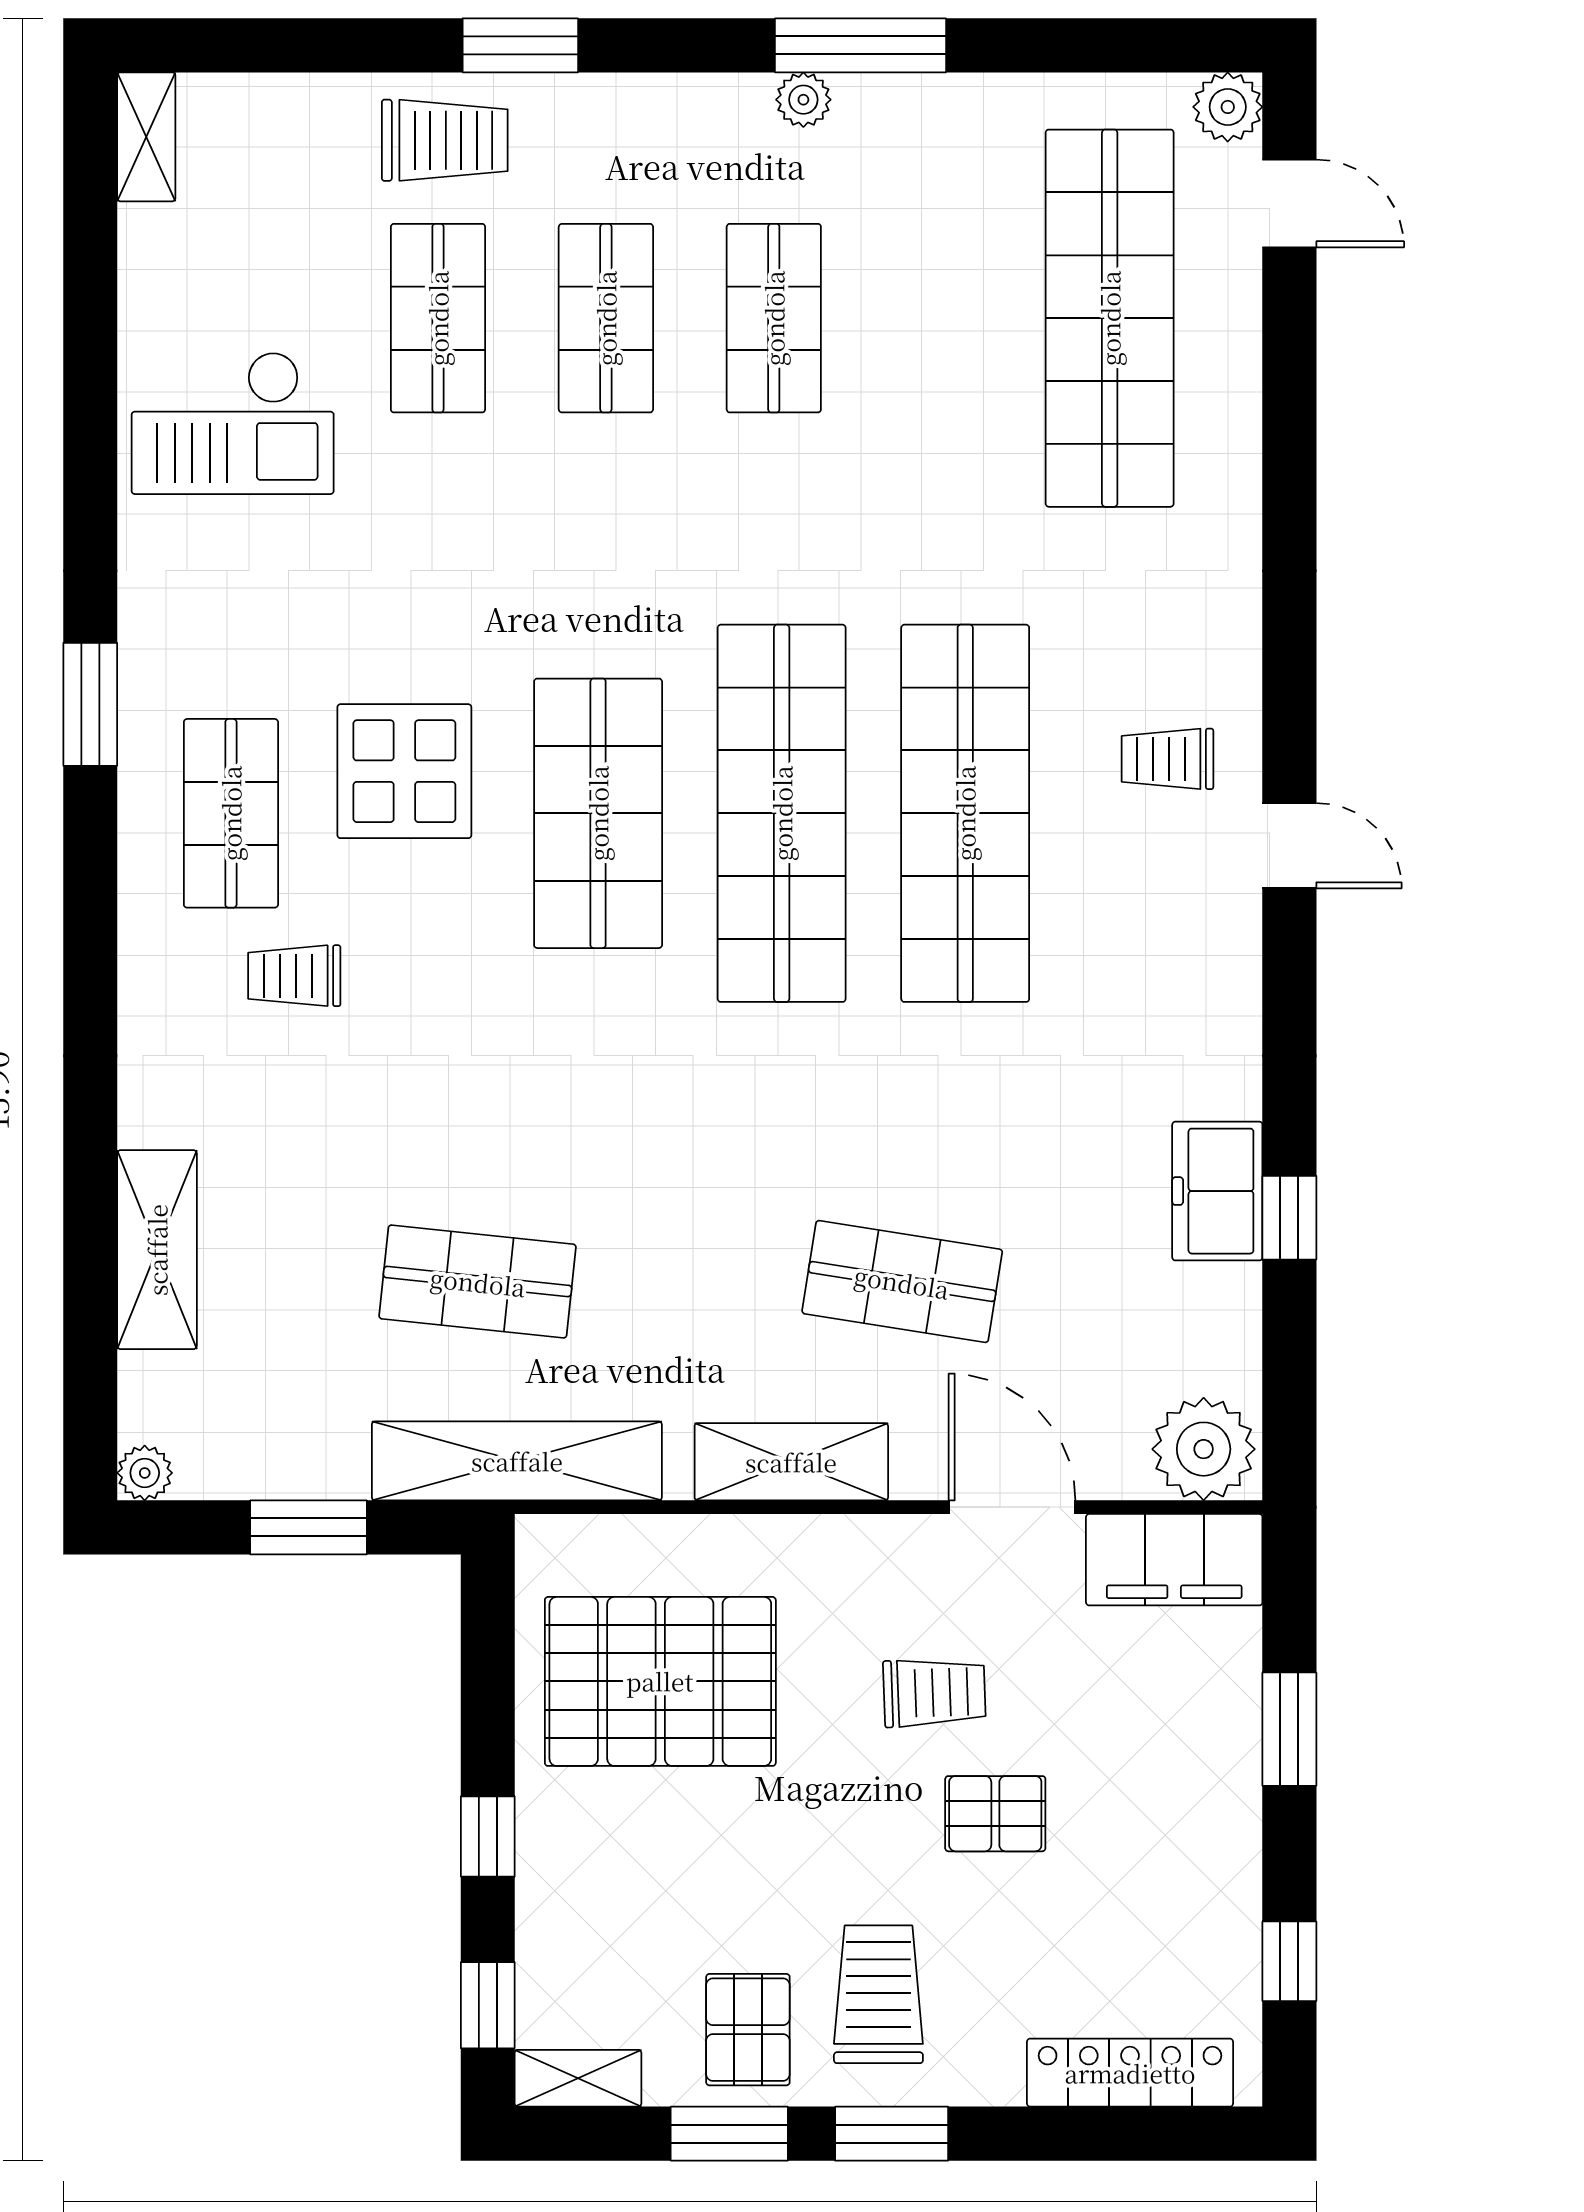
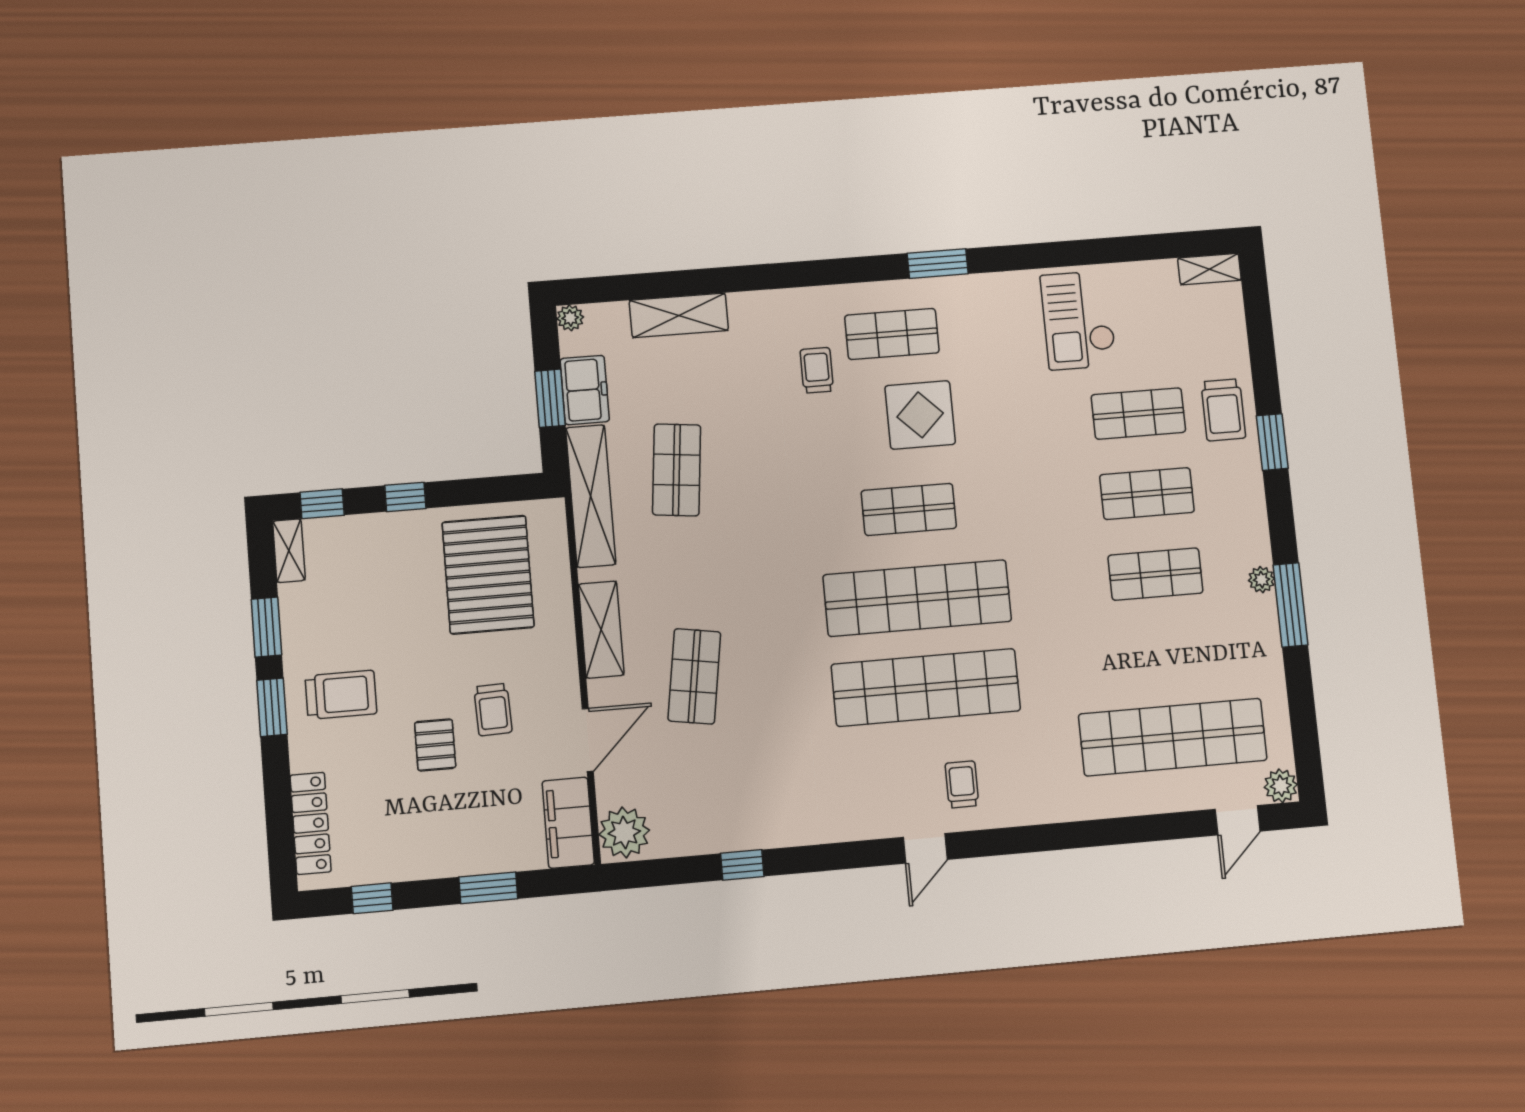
shop shelf: (598, 813) -> (909, 509), width x0.70, depth x0.74
freezer: (1217, 1191) -> (585, 390), moved, turned 90
pallet: (748, 2030) -> (319, 632), removed

